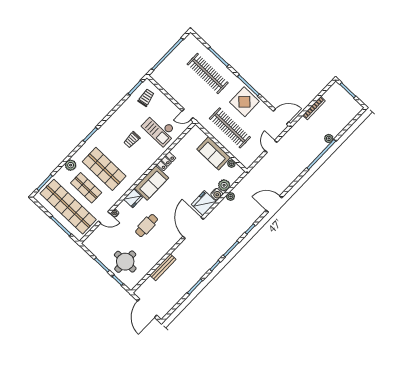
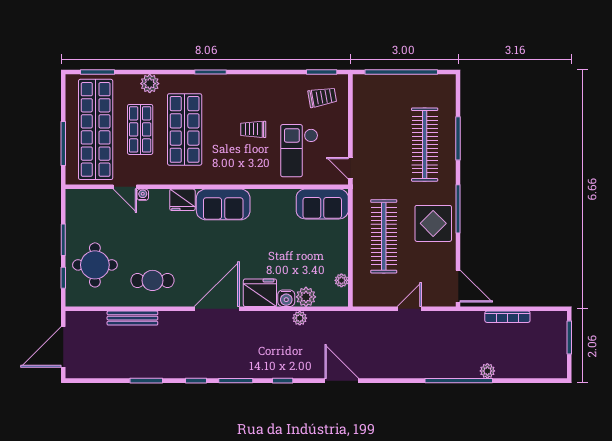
sofa: (214, 153) -> (322, 204), moved, turned -90
locker: (166, 161) -> (267, 197), removed
cafe table: (147, 226) -> (152, 280), moved

